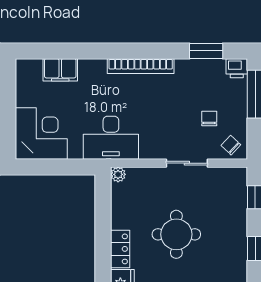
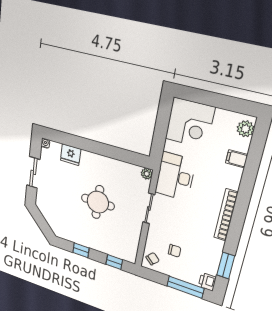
plant: (32, 68) -> (245, 129), added
filing cabinet: (60, 70) -> (237, 159), width x0.50
sliding door: (187, 163) -> (149, 208), moved
locker: (120, 249) -> (94, 160), removed

